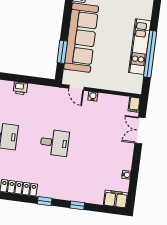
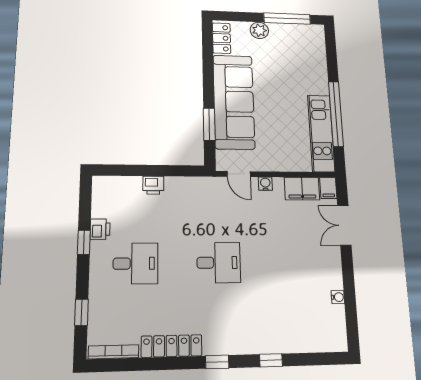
kitchen unit: (140, 47) -> (321, 133), moved
filing cabinet: (116, 199) -> (302, 189), moved, turned 180

